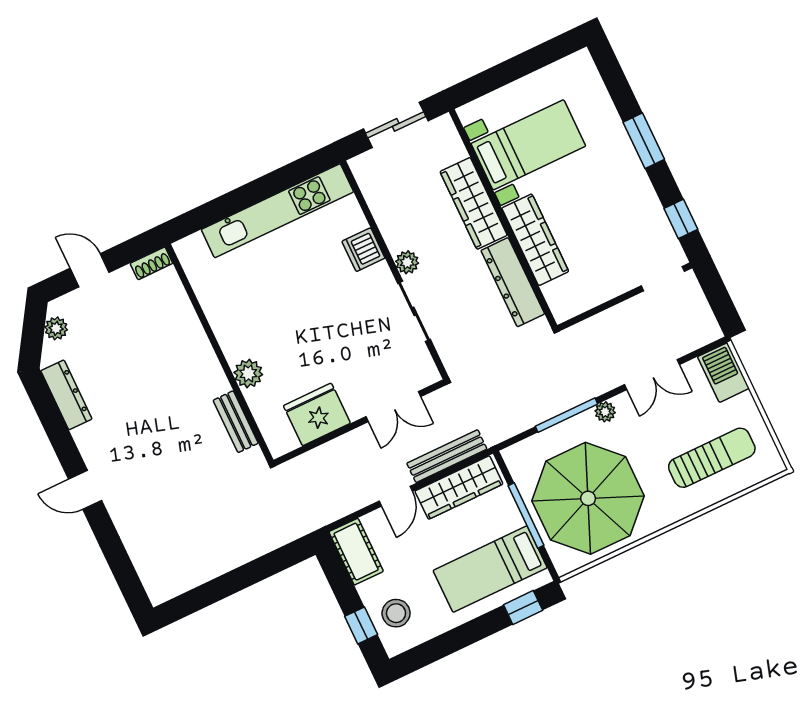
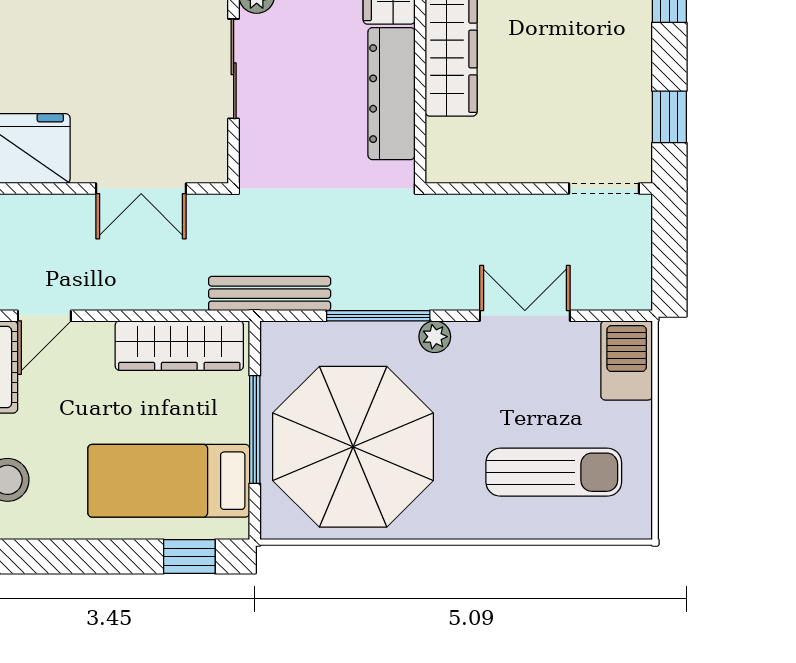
double door: (652, 375) -> (525, 316), swing flipped
bench: (447, 456) -> (270, 294), moved
door: (396, 496) -> (44, 316), moved

